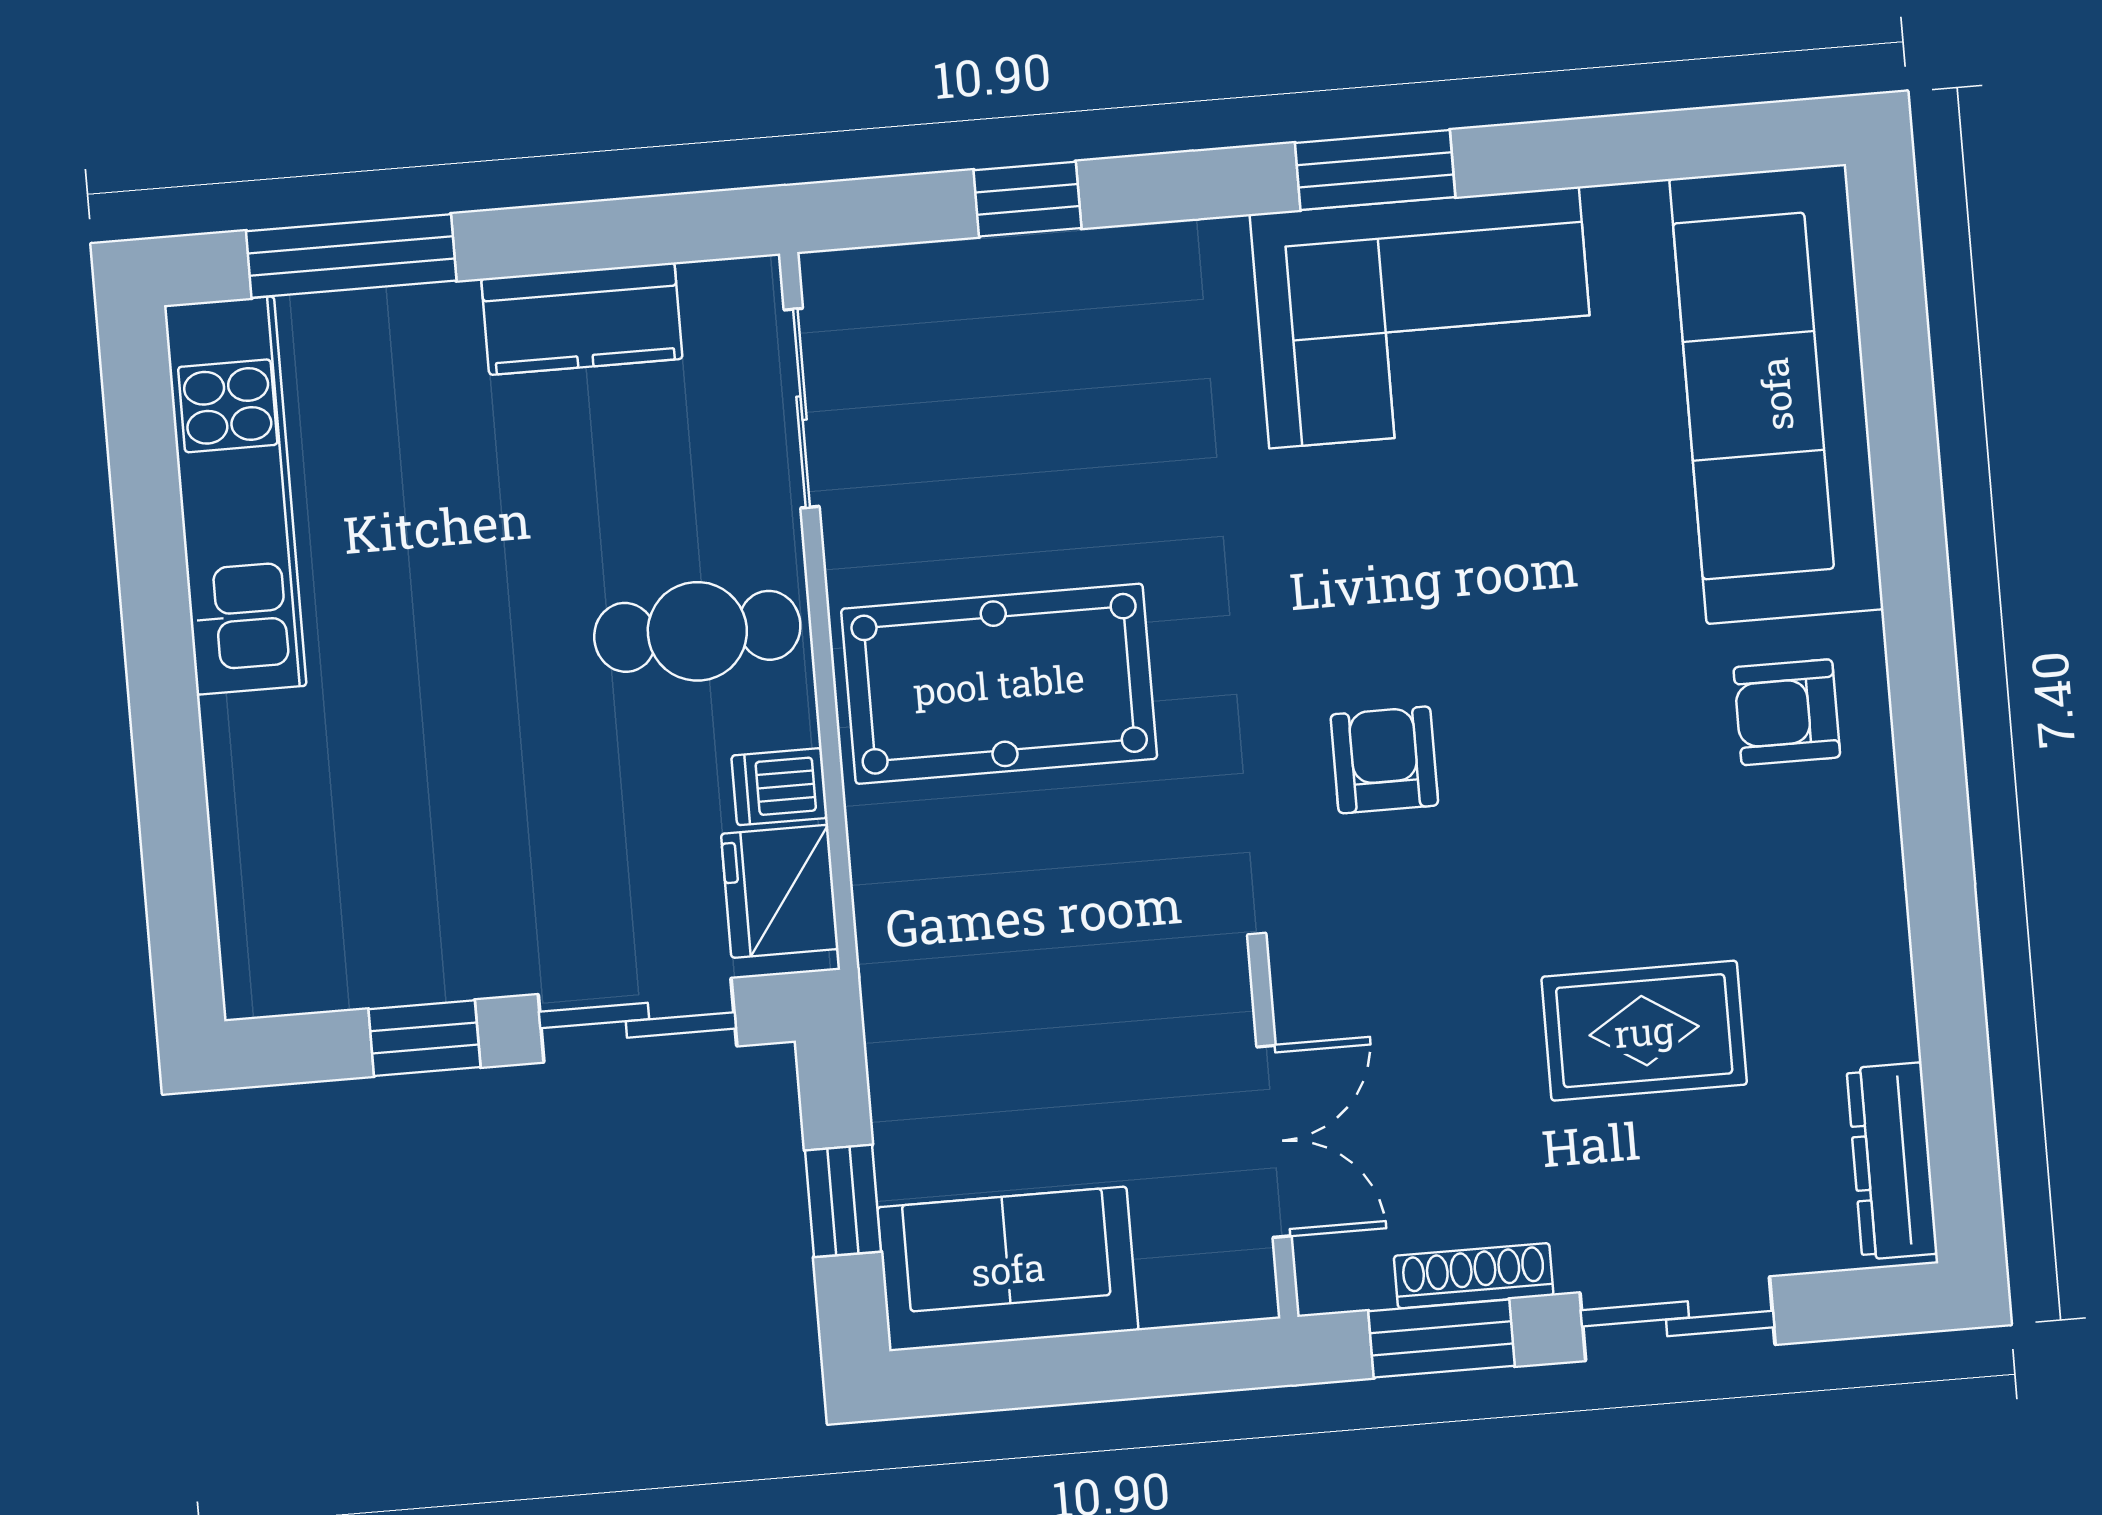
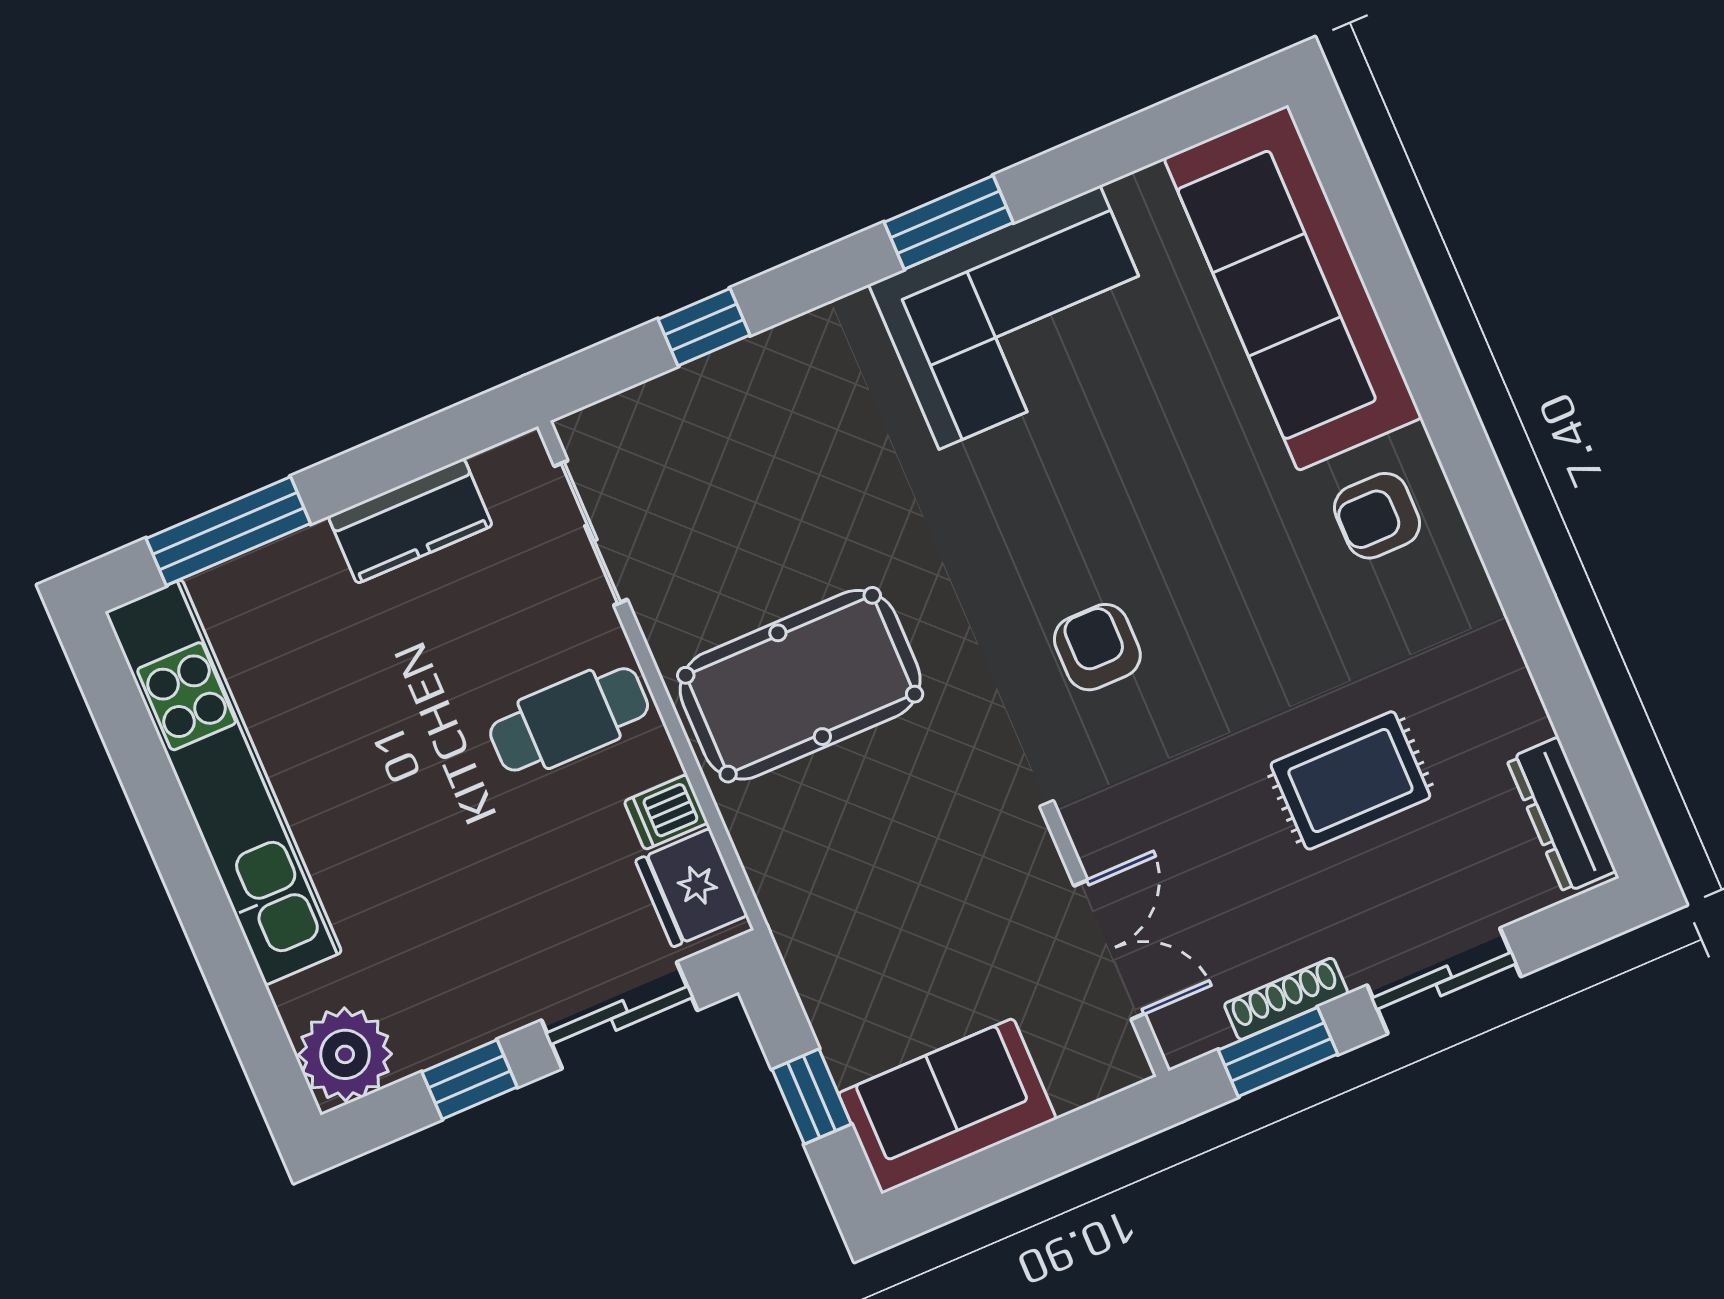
kitchen unit: (235, 496) -> (223, 782), width x1.36
plant: (280, 955) -> (345, 1054), added

